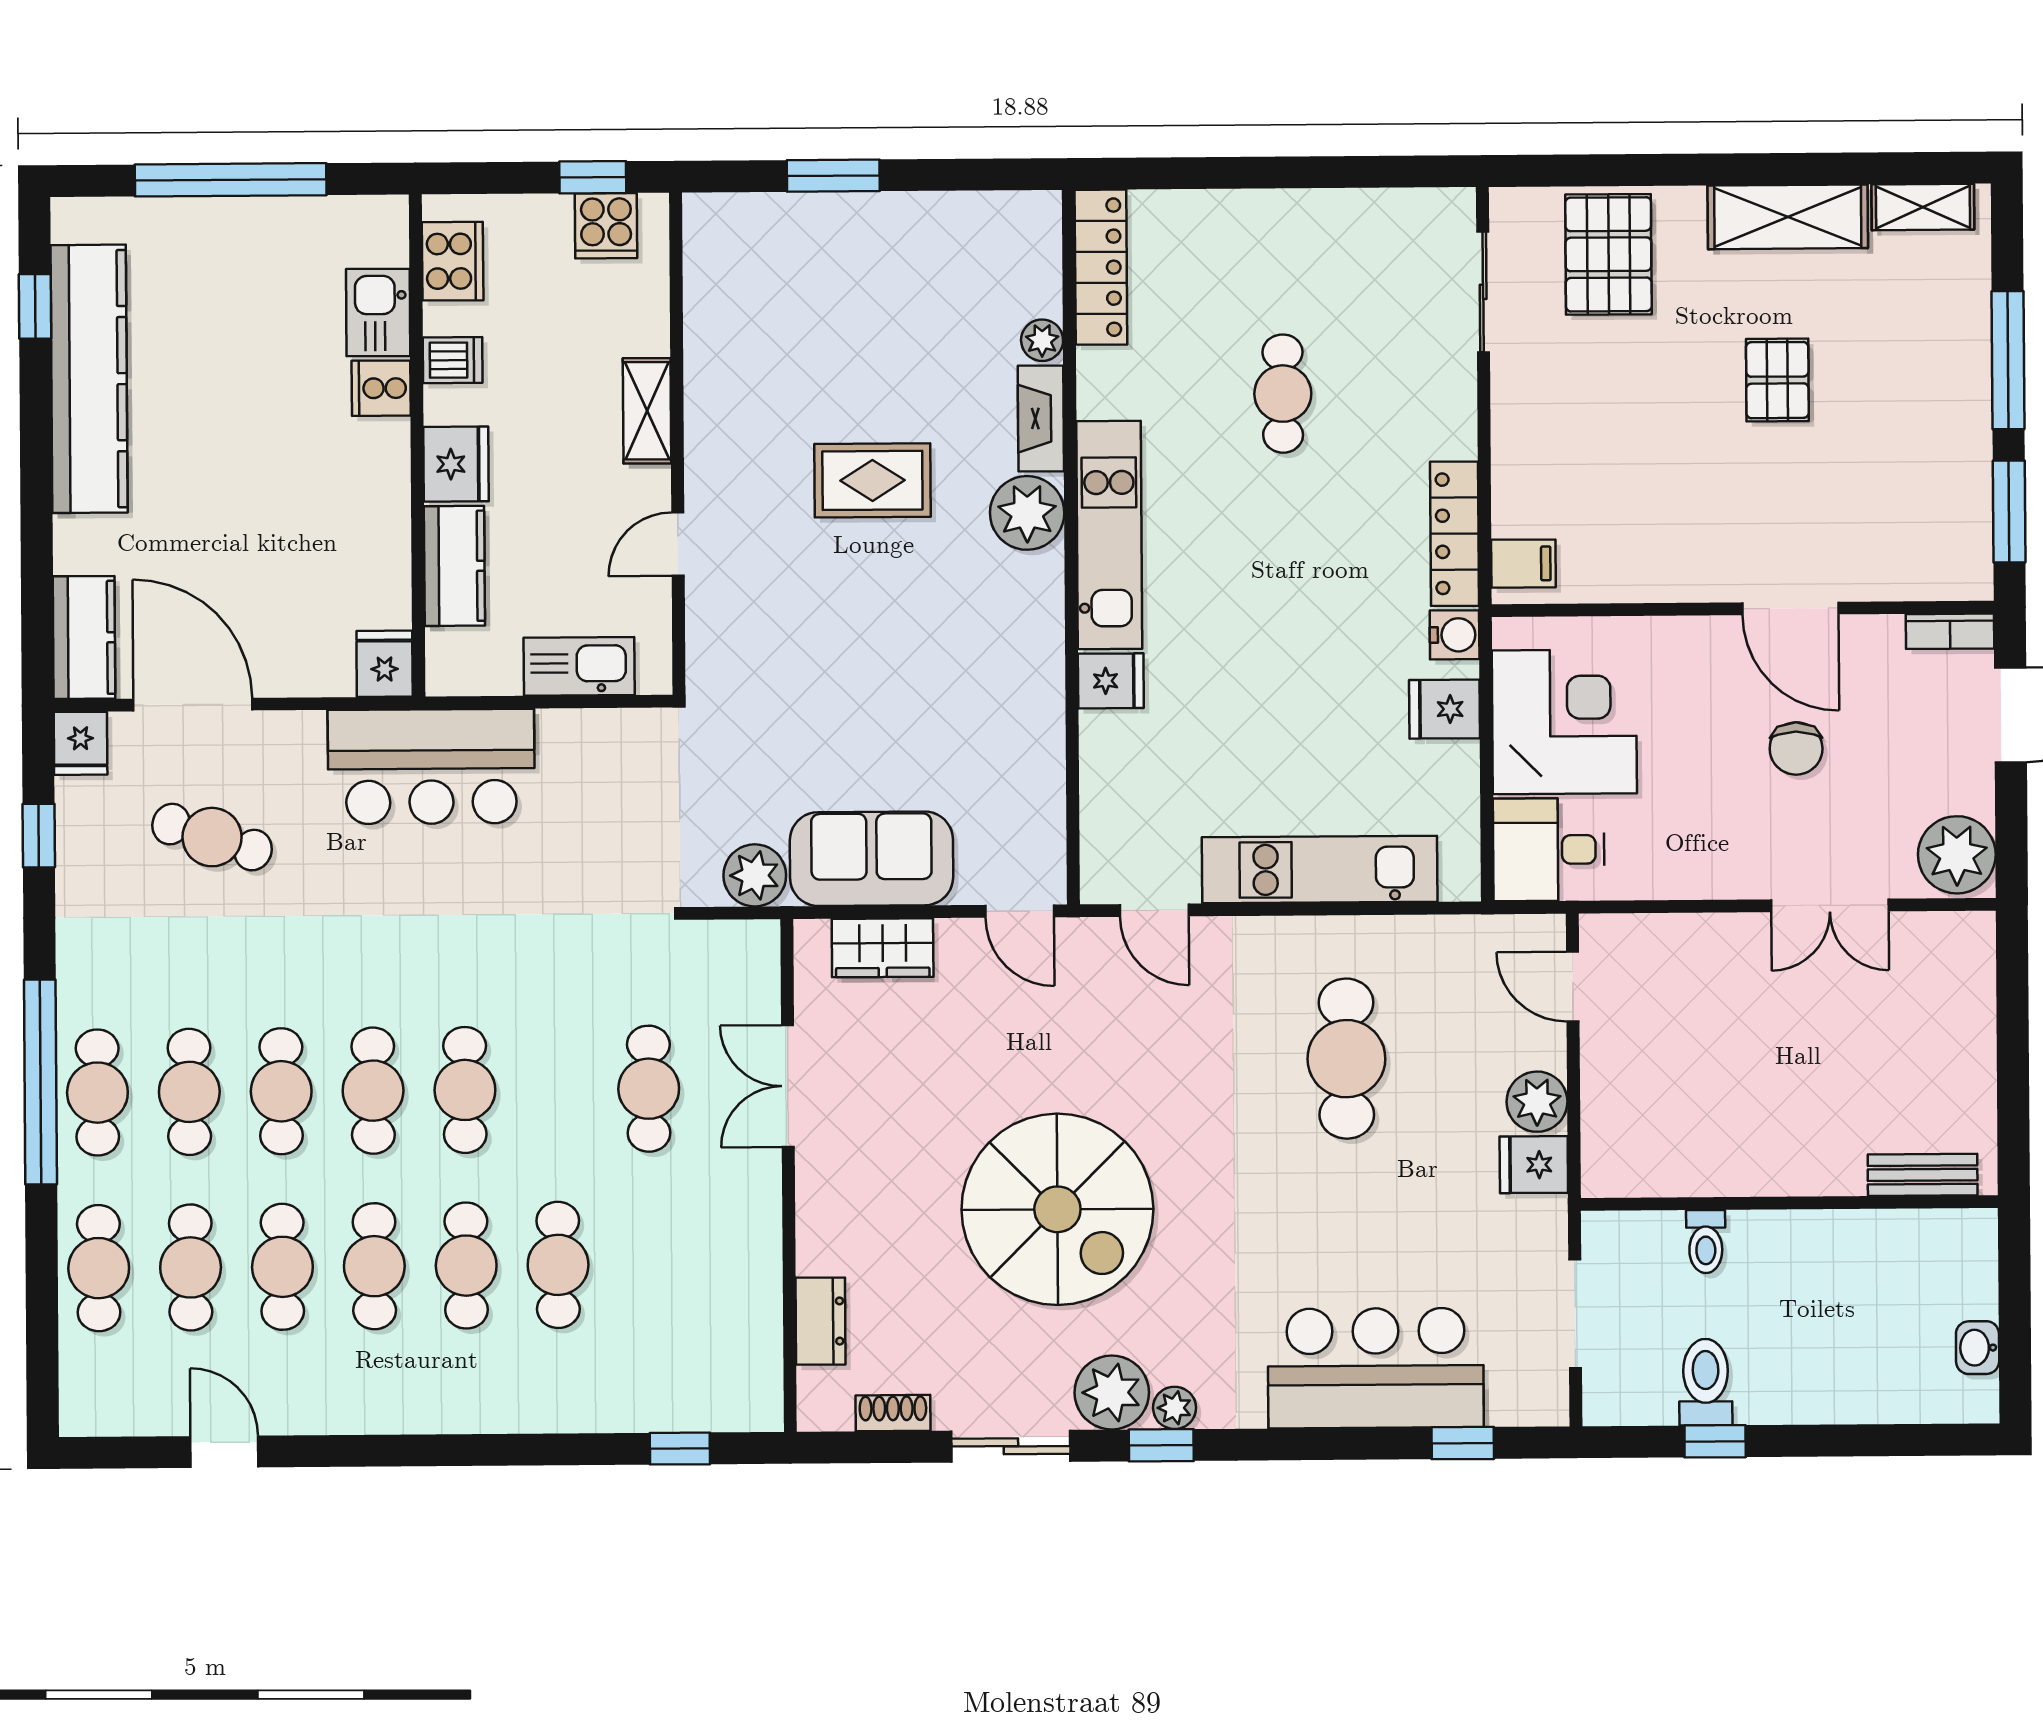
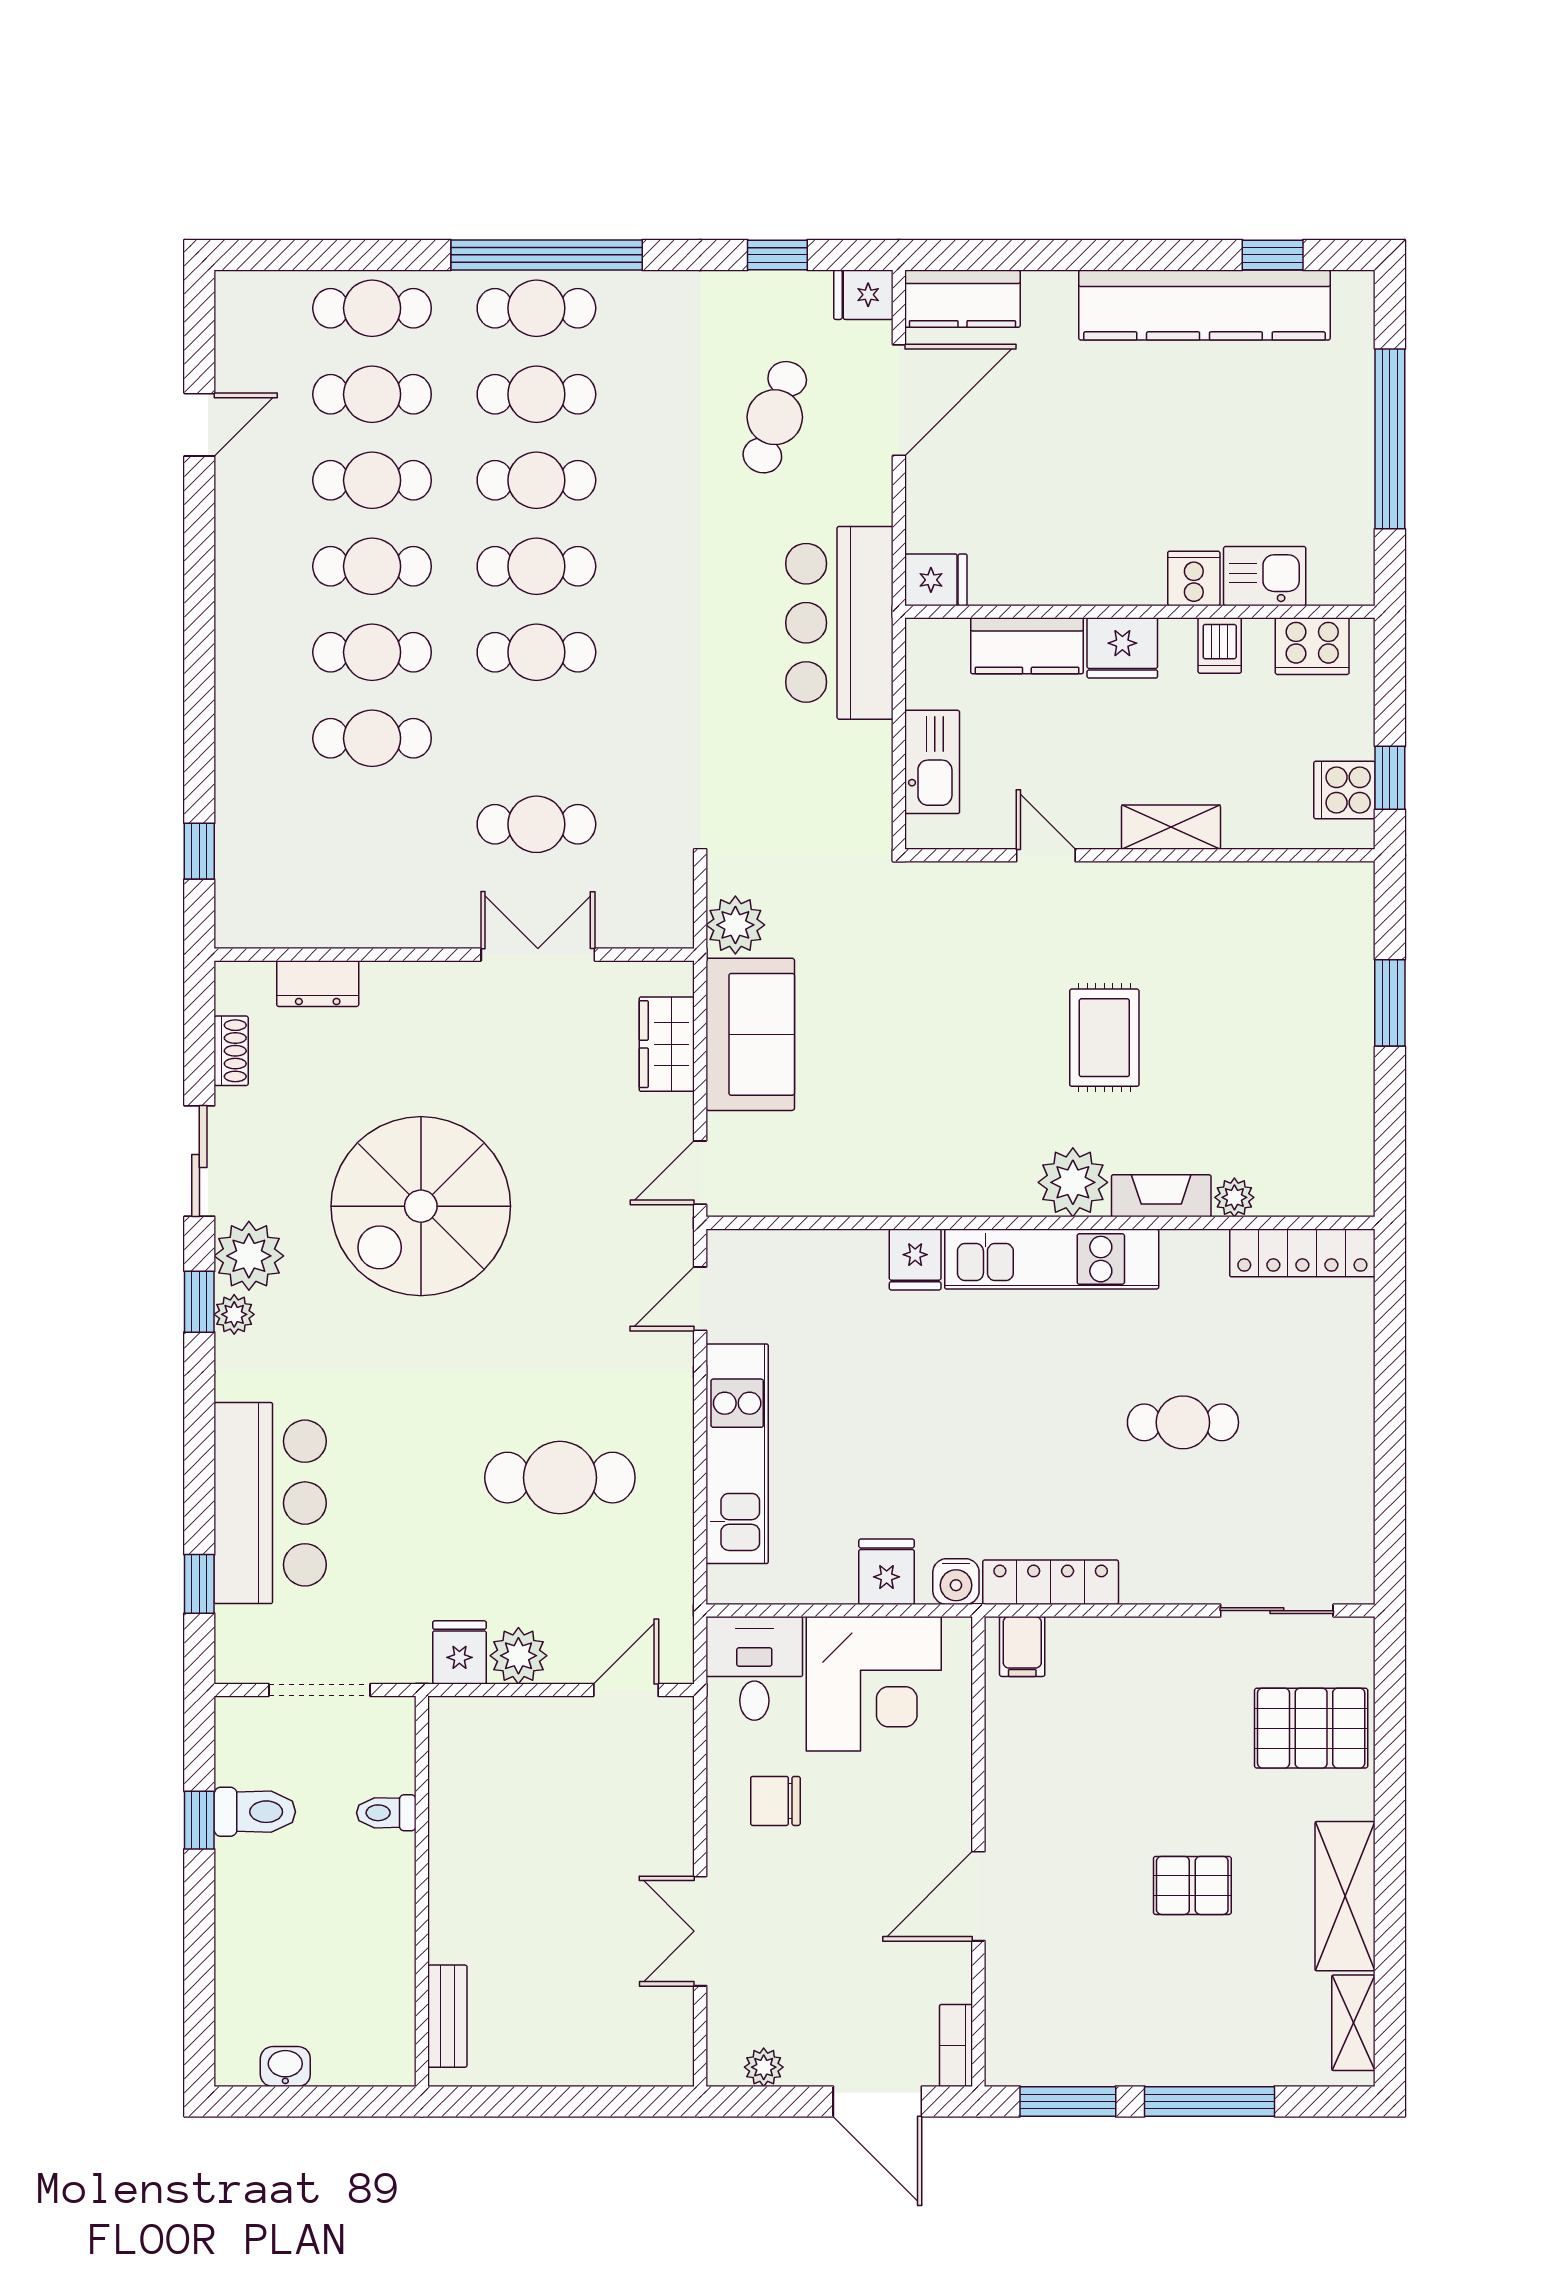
chair: (1796, 748) -> (775, 1801), moved
plant: (1957, 855) -> (764, 2067), width x0.53, depth x0.53

